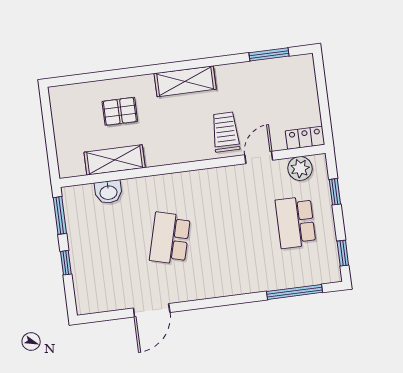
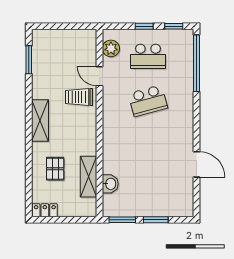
locker: (305, 138) -> (45, 210), moved, turned 90
window: (335, 192) -> (144, 26), moved
school desk: (170, 238) -> (148, 101), moved, turned -30
window: (66, 263) -> (156, 220), width x1.50
window: (294, 292) -> (196, 63), width x1.46

